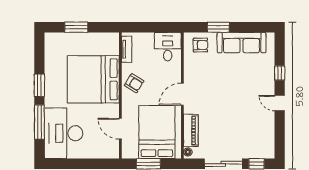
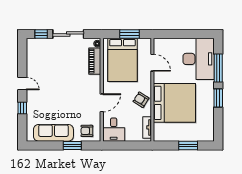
door: (182, 94) -> (102, 103), moved

